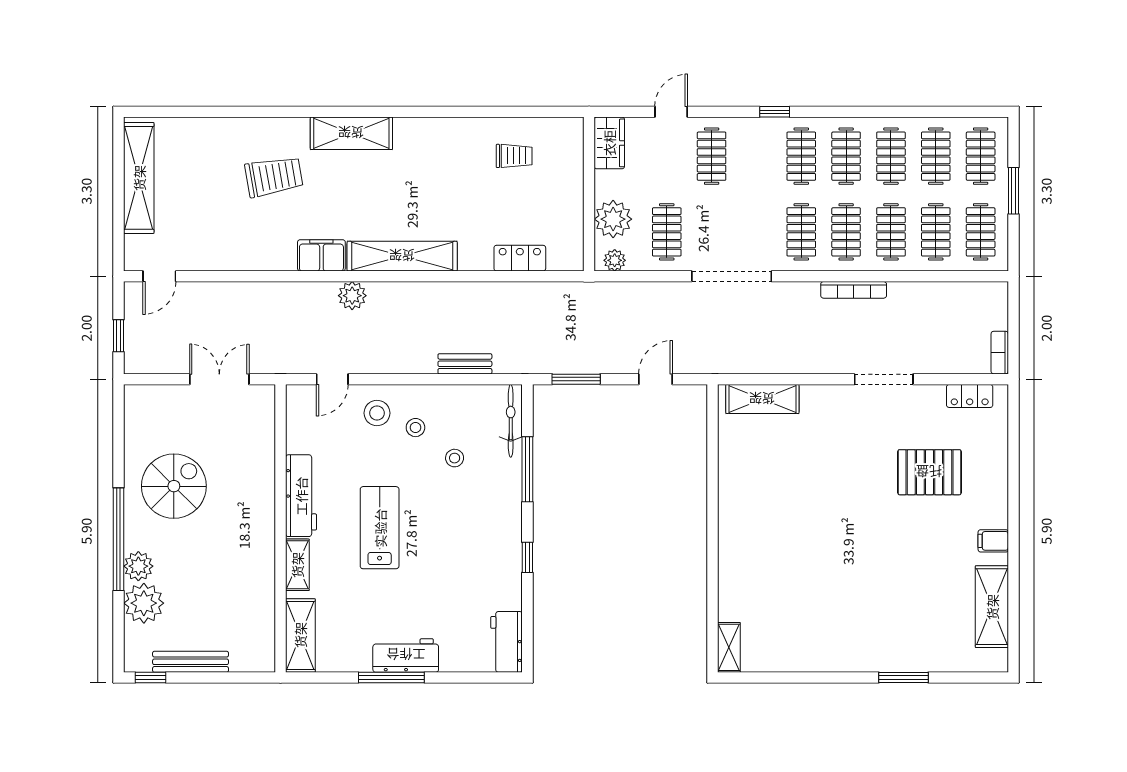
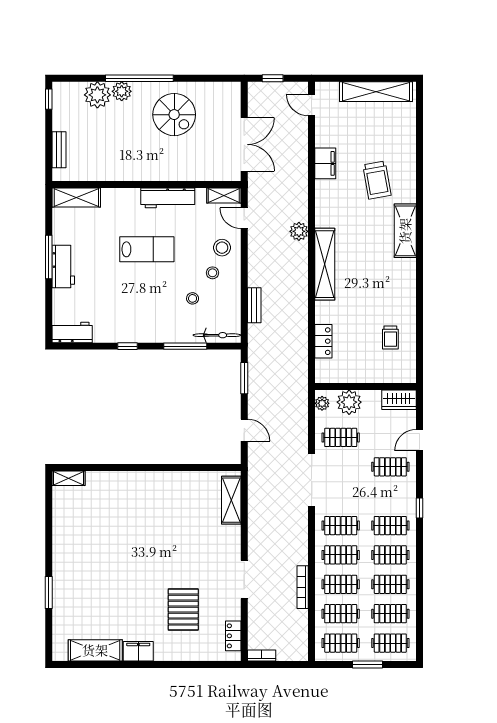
door: (671, 112) -> (419, 440), swing flipped
filing cabinet: (321, 255) -> (325, 163), moved
bookcase: (854, 290) -> (303, 587), moved
double door: (219, 379) -> (244, 144), width x1.37
filing cabinet: (993, 541) -> (138, 651), width x2.00
shelving: (297, 565) -> (224, 195), moved
bench: (191, 662) -> (59, 150), moved, width x0.73

